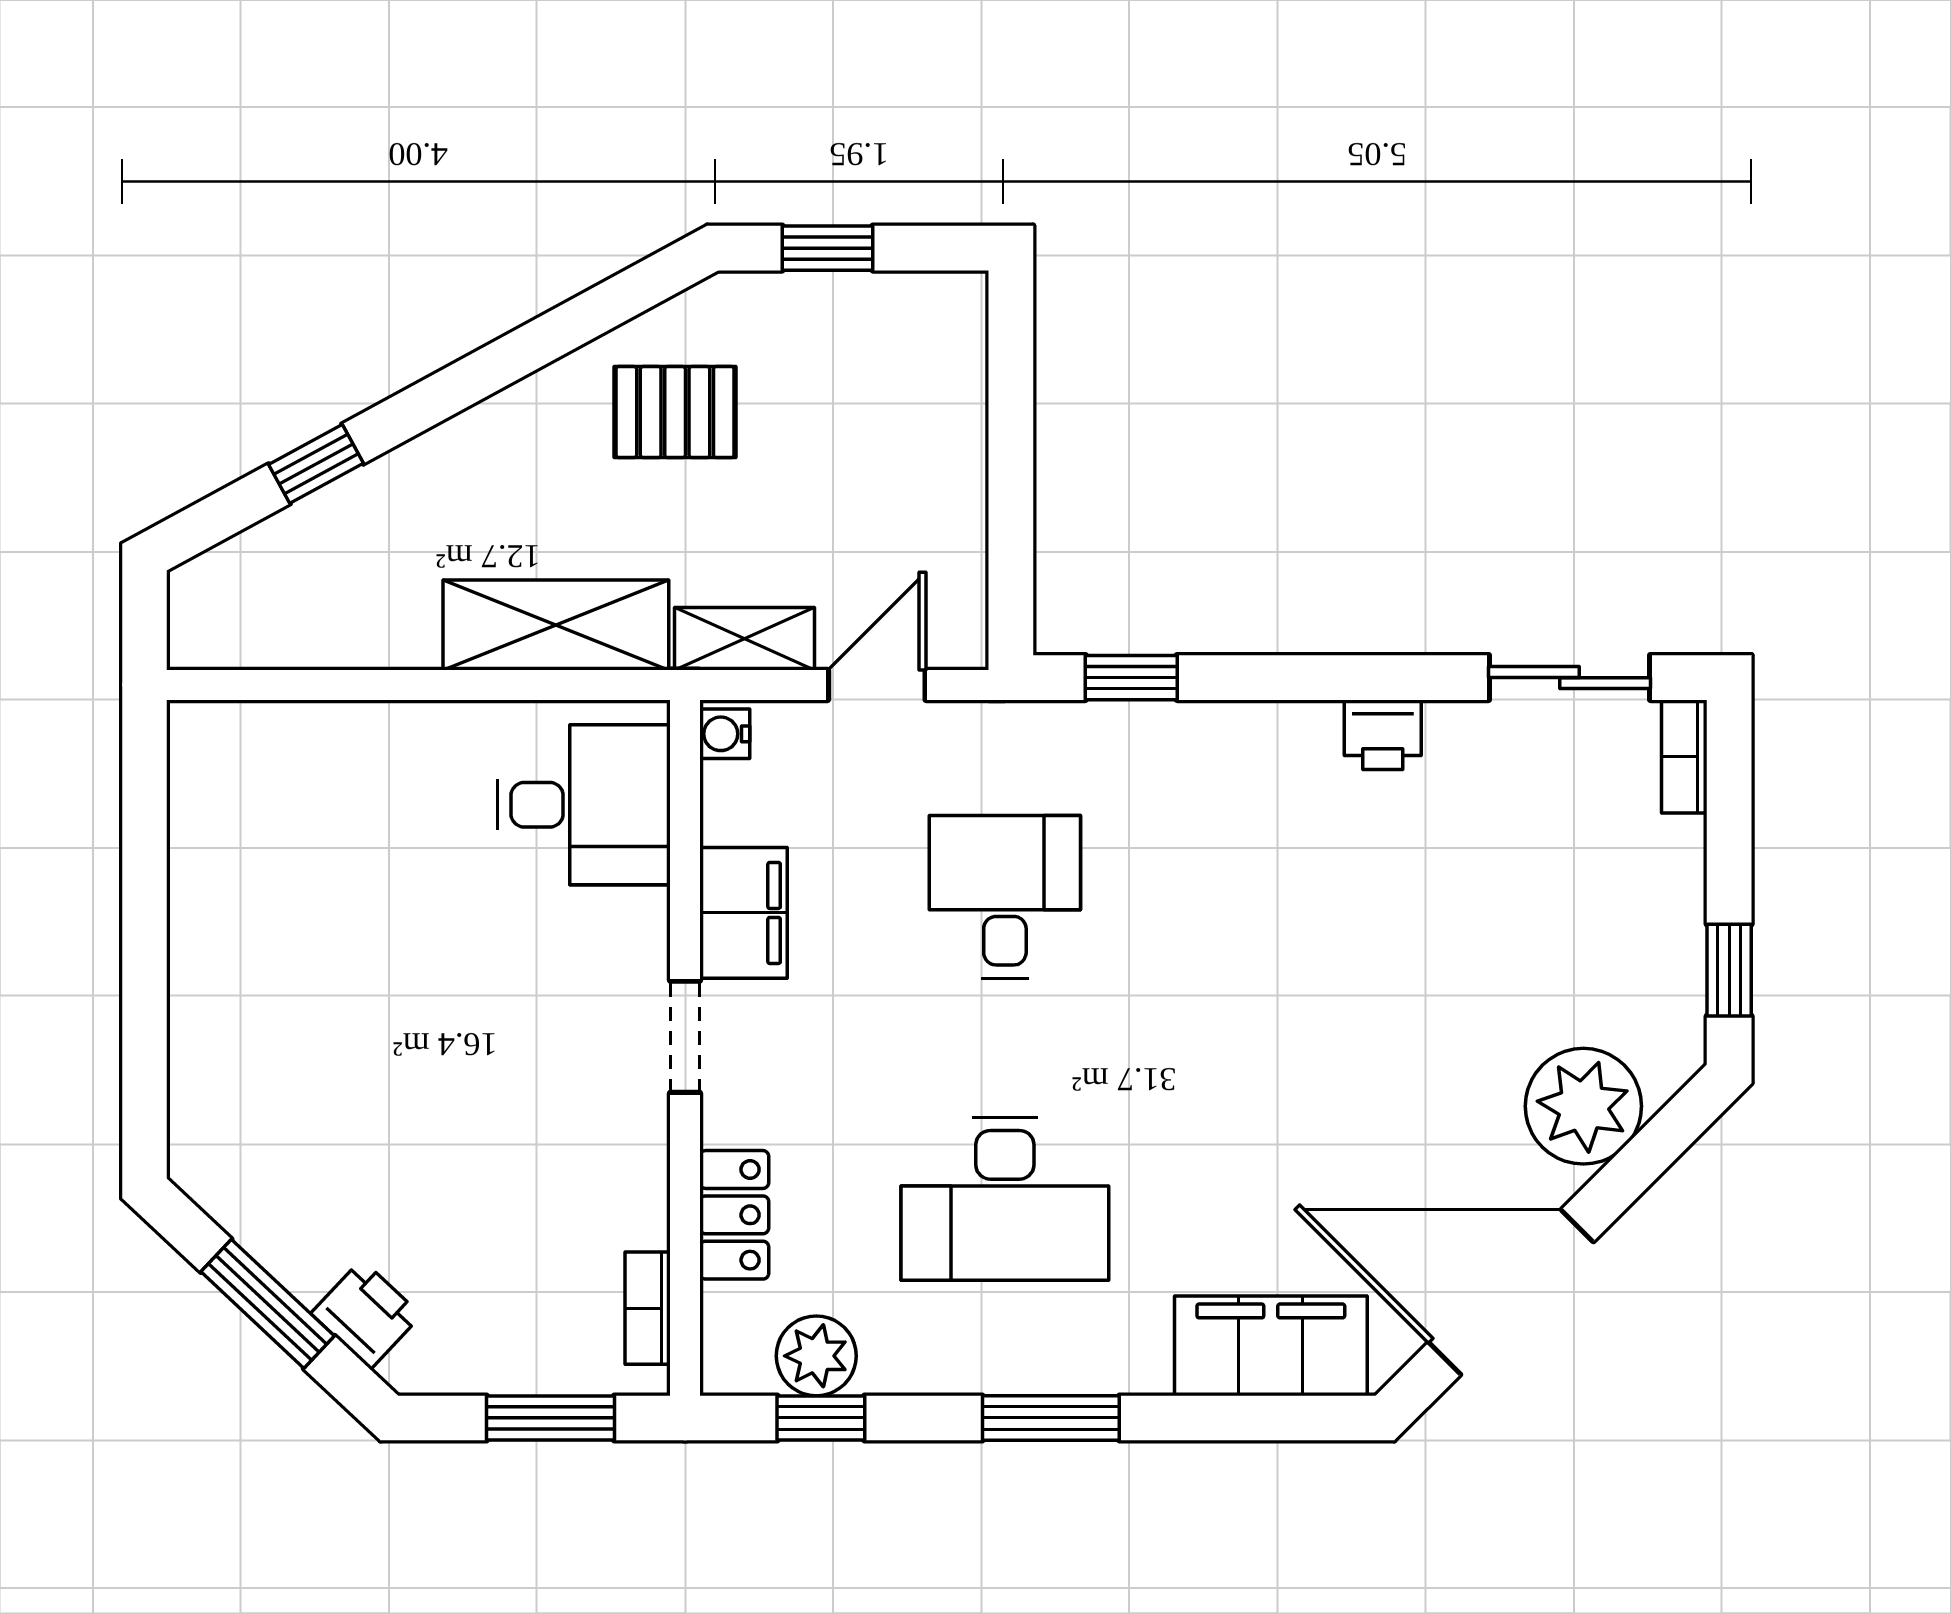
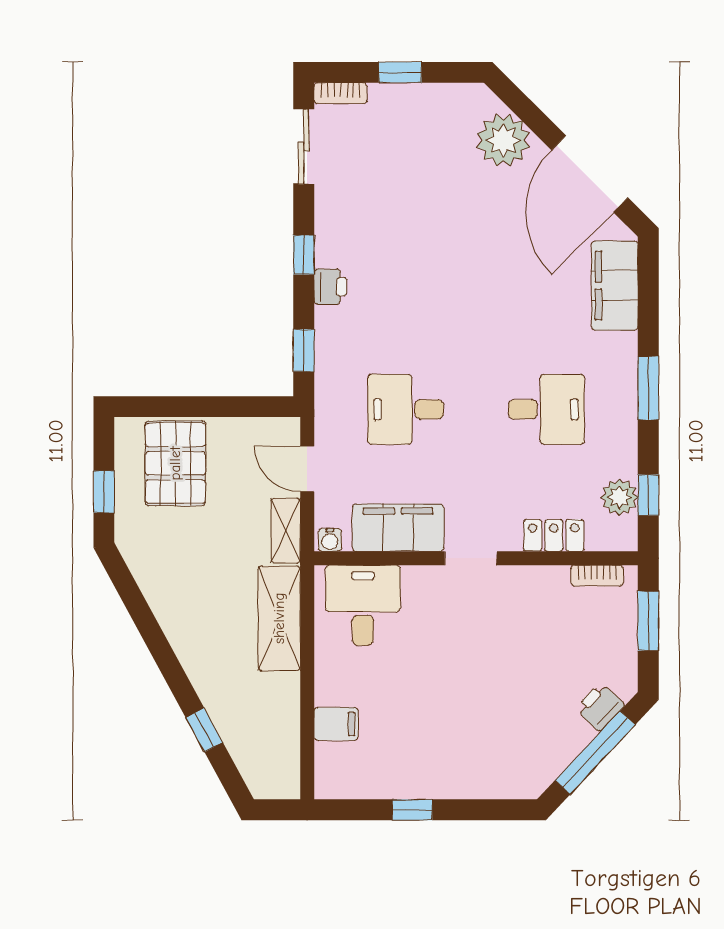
pallet: (675, 412) -> (175, 463), moved, width x1.50, depth x1.42
window: (1337, 678) -> (304, 255), added
printer: (1383, 735) -> (330, 287), moved
filing cabinet: (329, 747) -> (336, 724), added
window: (145, 911) -> (412, 810), added
filing cabinet: (744, 913) -> (398, 528), width x1.50, depth x1.17
window: (1729, 970) -> (400, 72), moved
desk: (1005, 1199) -> (546, 409), width x0.73
window: (268, 1304) -> (595, 753), width x1.44

